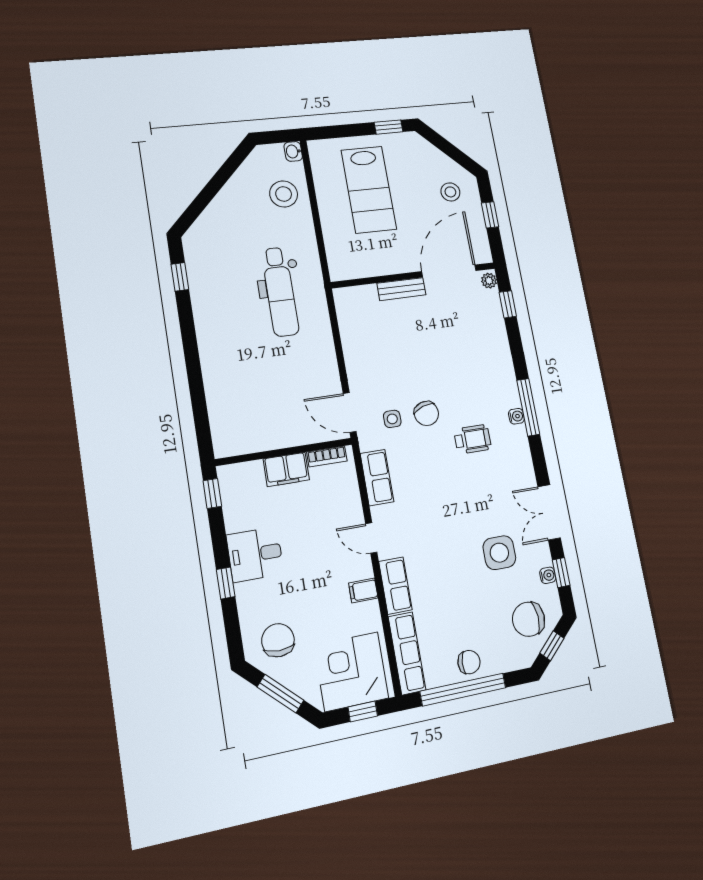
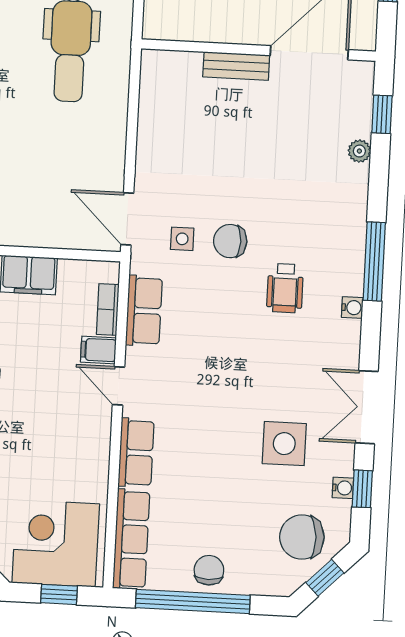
plant: (489, 281) -> (359, 151), moved
chair: (426, 413) -> (230, 241), turned 108
water cooler: (516, 416) -> (352, 308), moved
wheelchair: (473, 439) -> (285, 288), turned 90
bookcase: (327, 456) -> (108, 309), moved, turned 90
filing cabinet: (363, 591) -> (98, 350), moved
chair: (469, 662) -> (209, 570), turned -94

